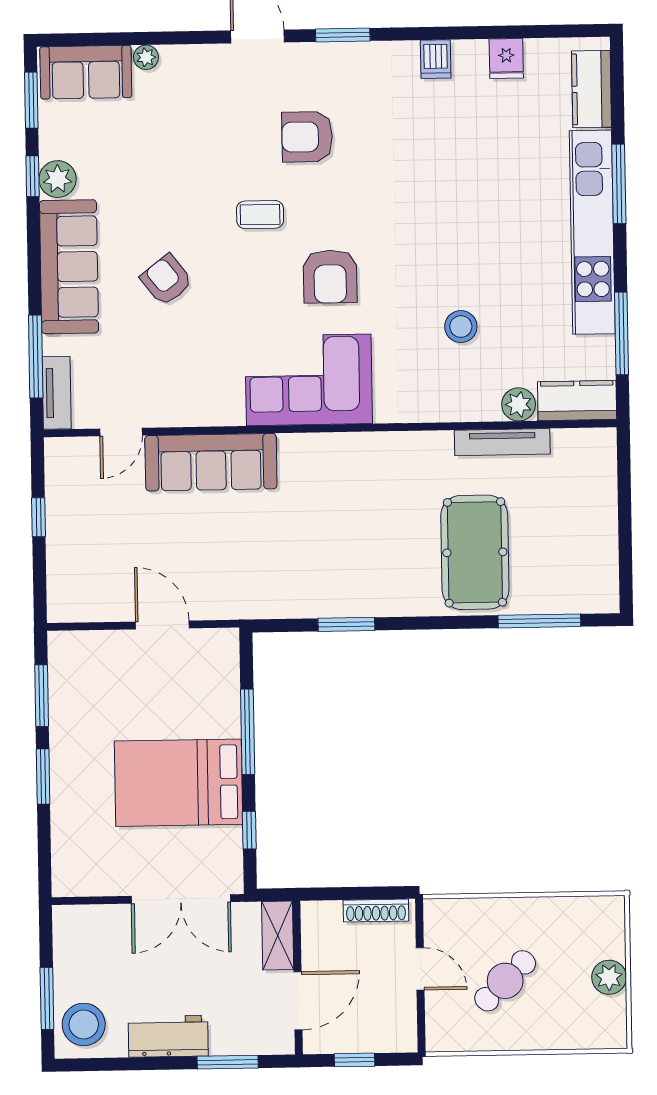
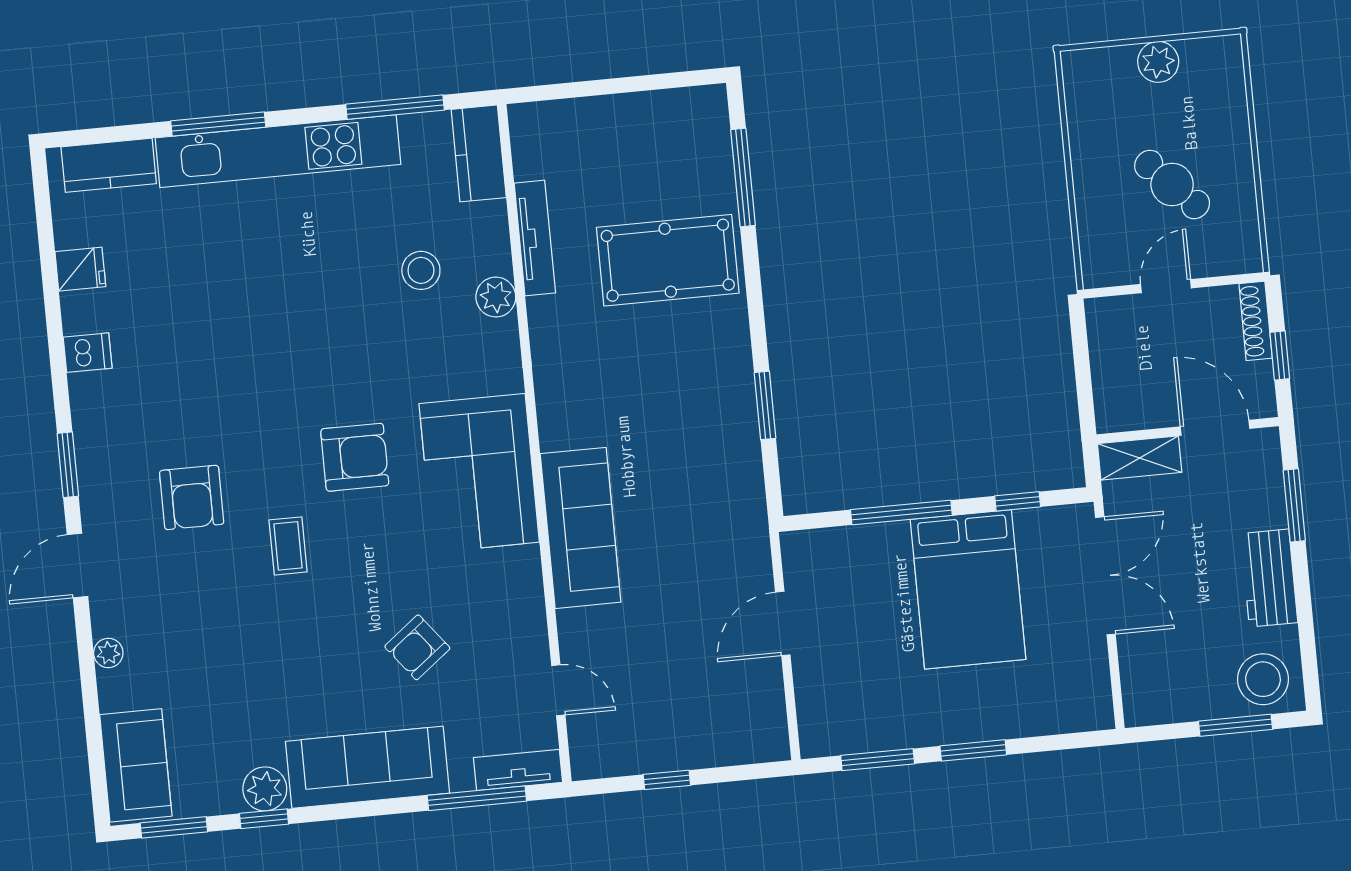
plant: (146, 57) -> (108, 653), moved
armchair: (166, 280) -> (417, 647), moved
stool: (461, 327) -> (421, 270), moved
plant: (519, 404) -> (496, 297), moved
sofa: (211, 462) -> (581, 528), moved
shoe rack: (376, 911) -> (1256, 321), moved, turned 180

